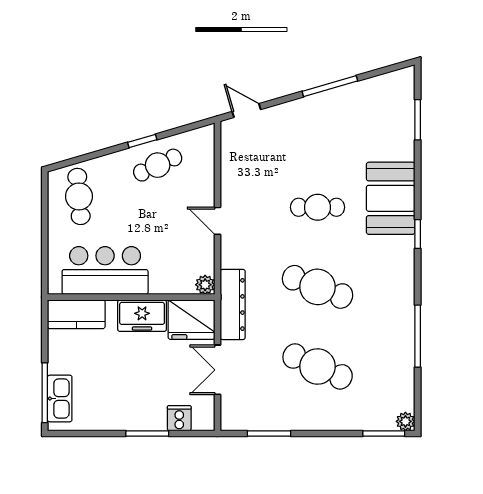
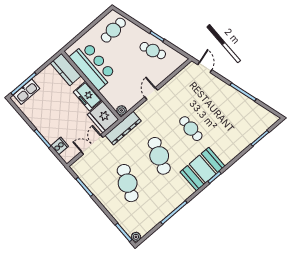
booth: (391, 198) -> (203, 169), moved

